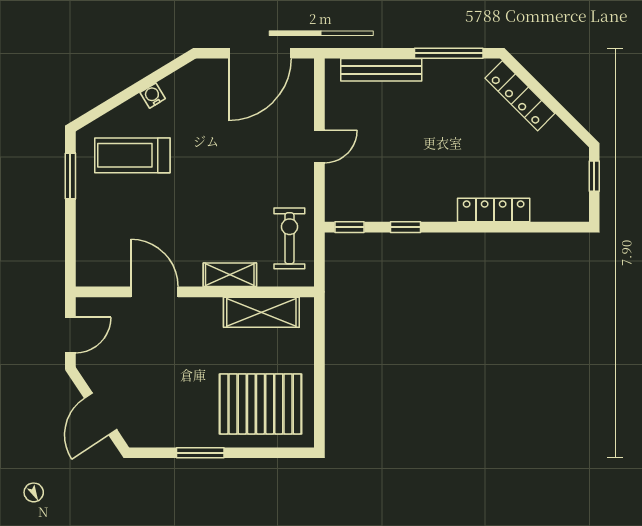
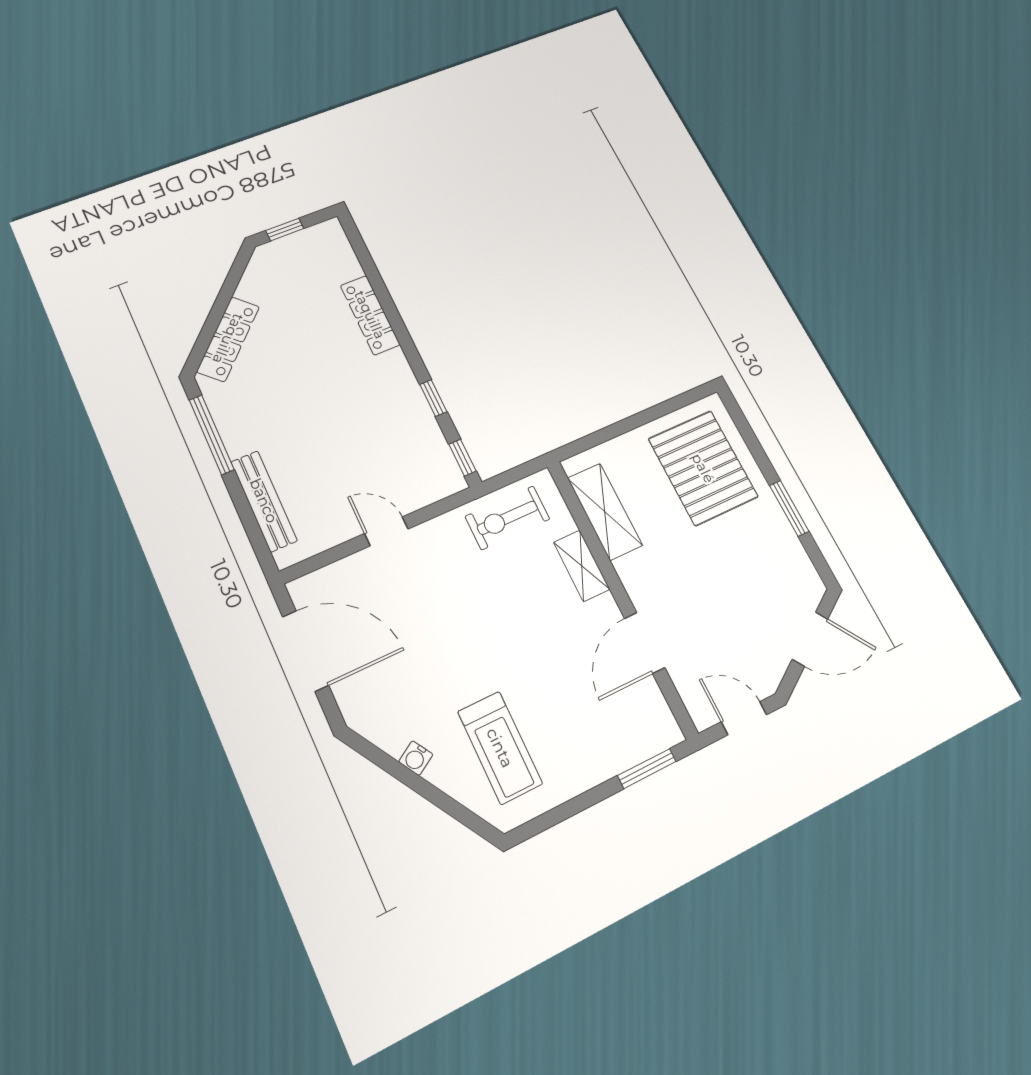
window: (70, 176) -> (647, 769), moved

